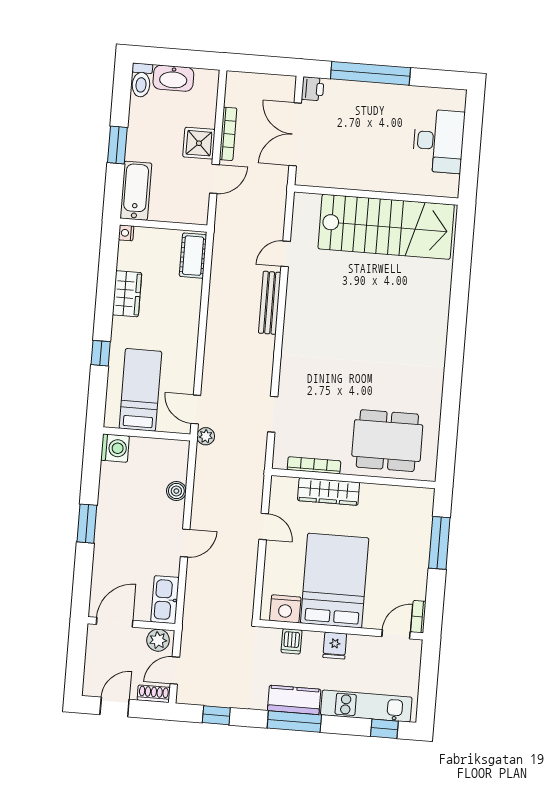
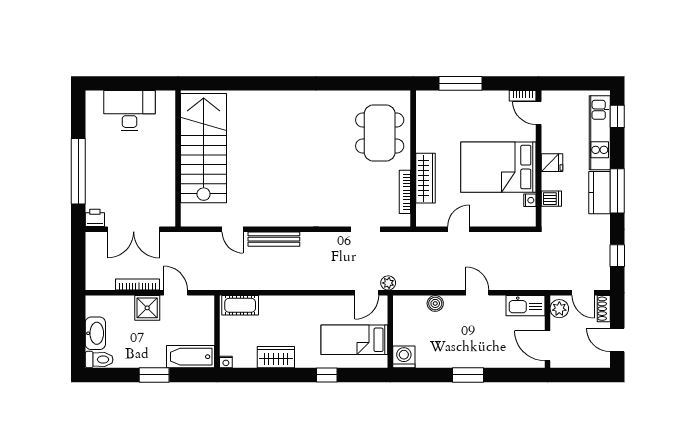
nightstand: (285, 609) -> (530, 200), width x0.53, depth x0.56

